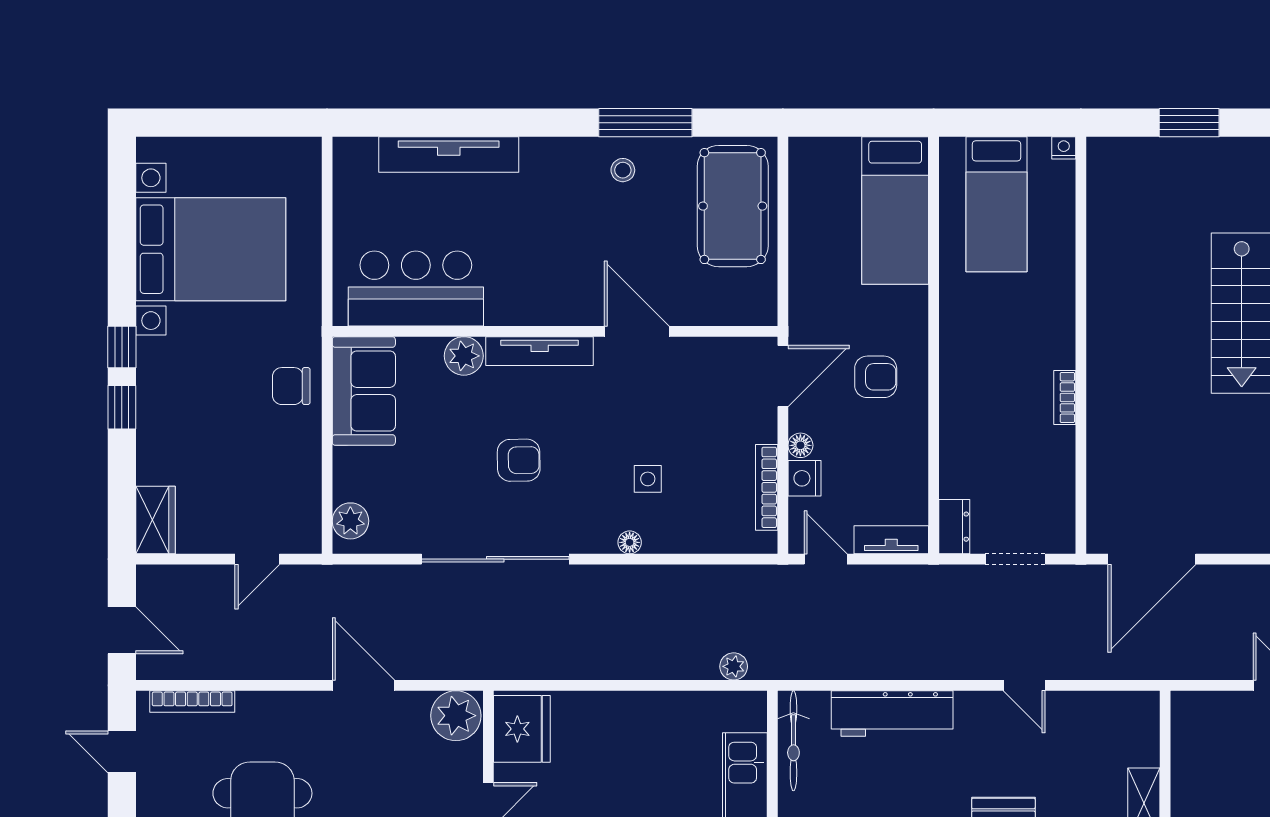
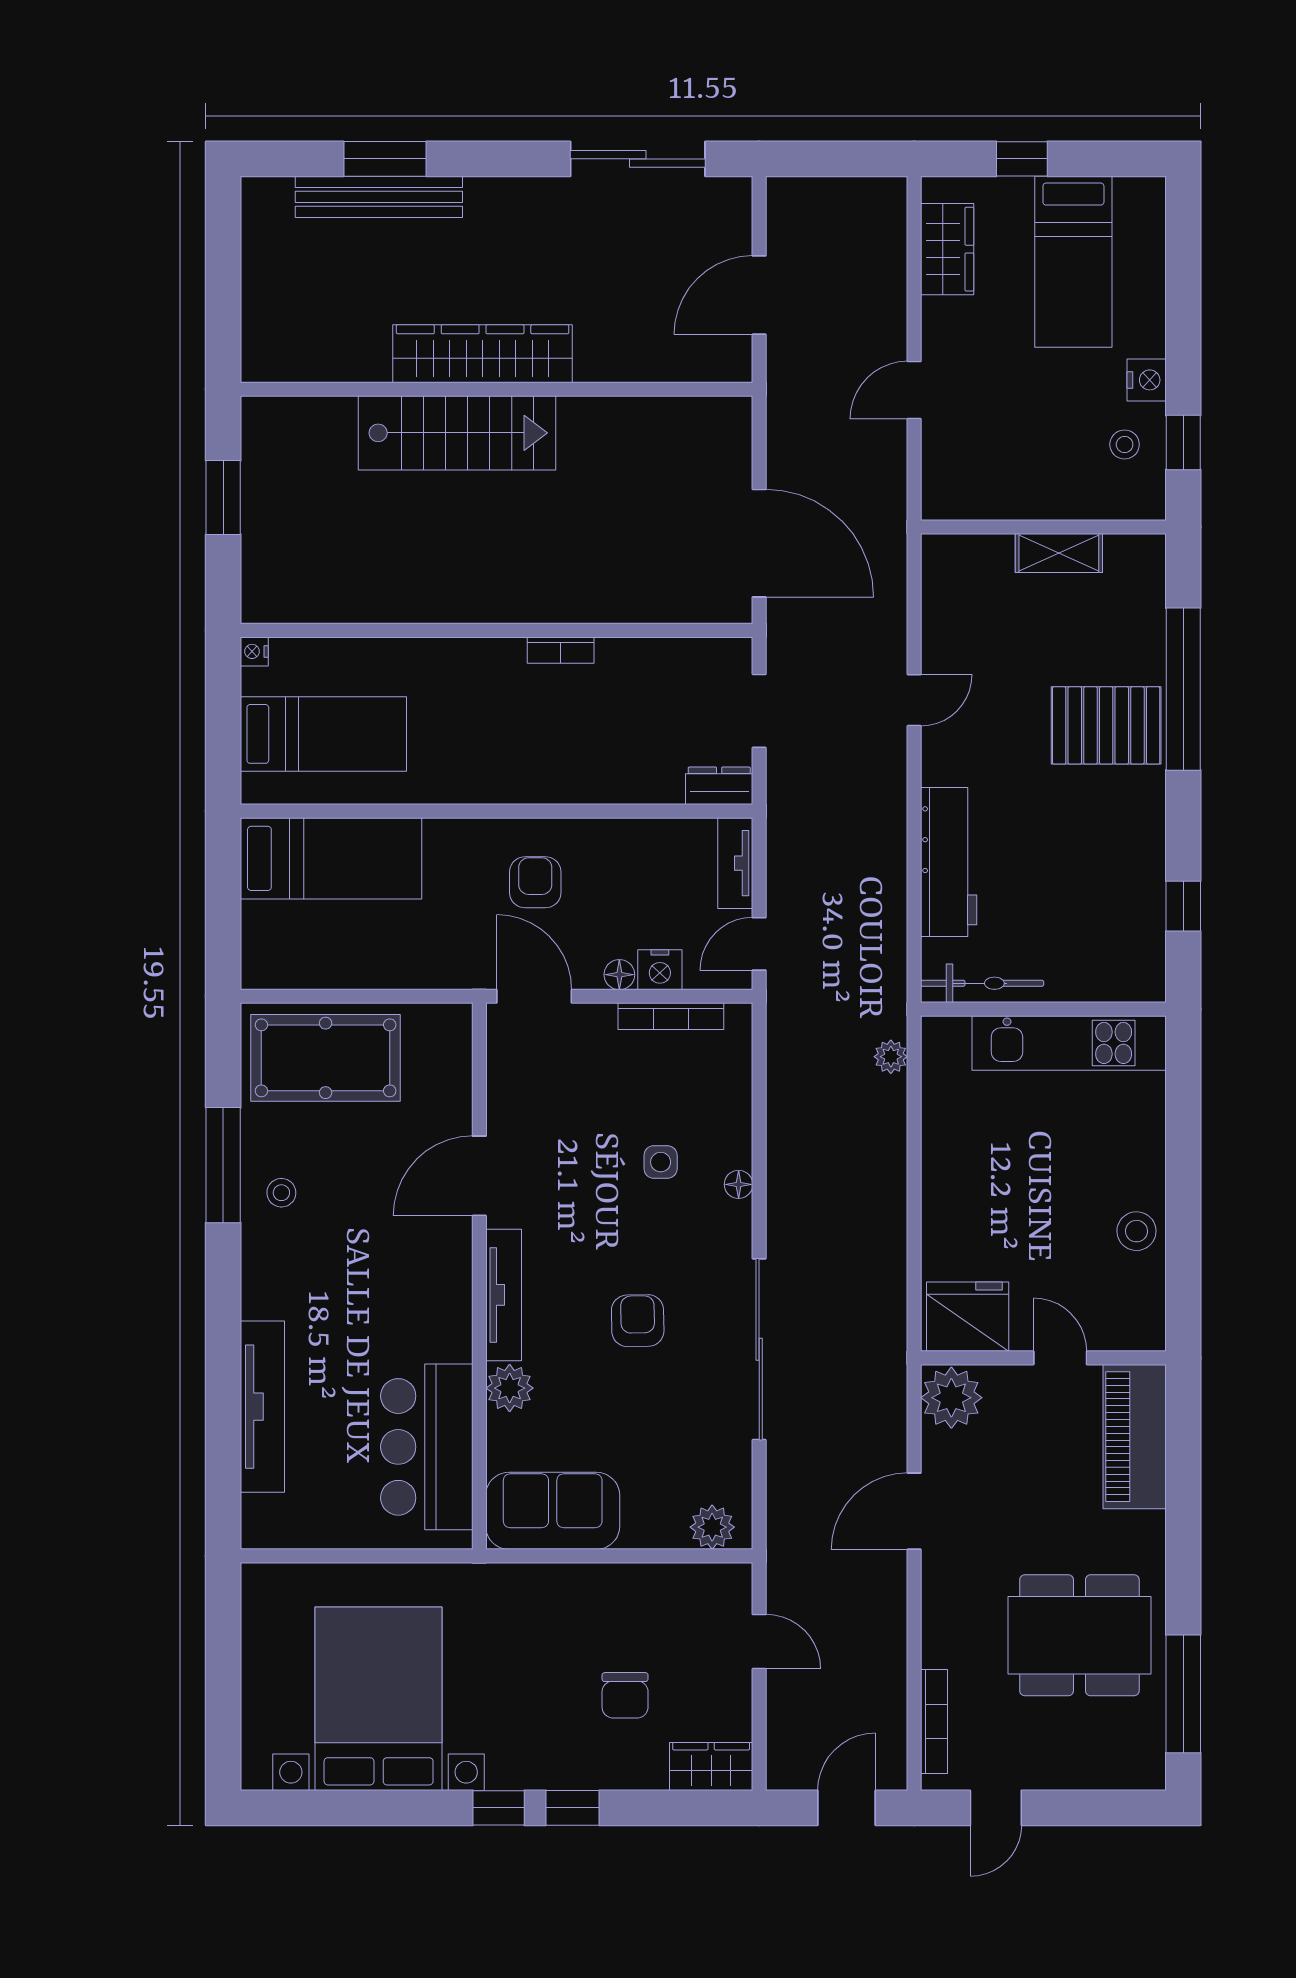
chair: (291, 386) -> (625, 1695), moved

